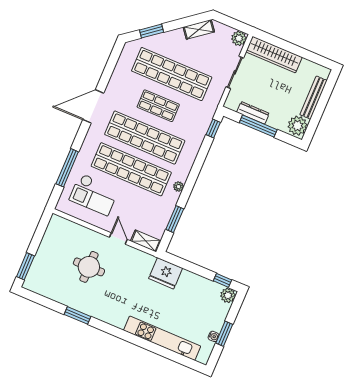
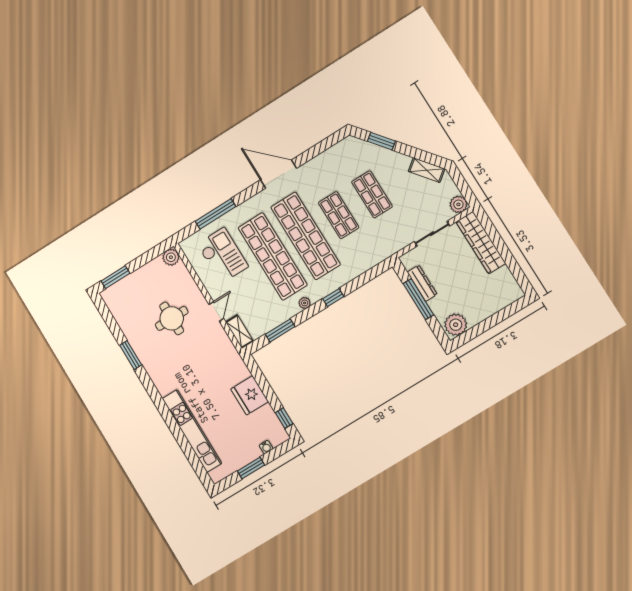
shop shelf: (172, 74) -> (372, 194), width x0.50, depth x0.74
bench: (314, 98) -> (490, 309), removed
window: (213, 128) -> (333, 298), moved
checkout: (94, 194) -> (222, 255), turned 180
fridge: (166, 273) -> (250, 395), moved
plant: (228, 295) -> (171, 257), moved
water cooler: (214, 336) -> (266, 447), moved

